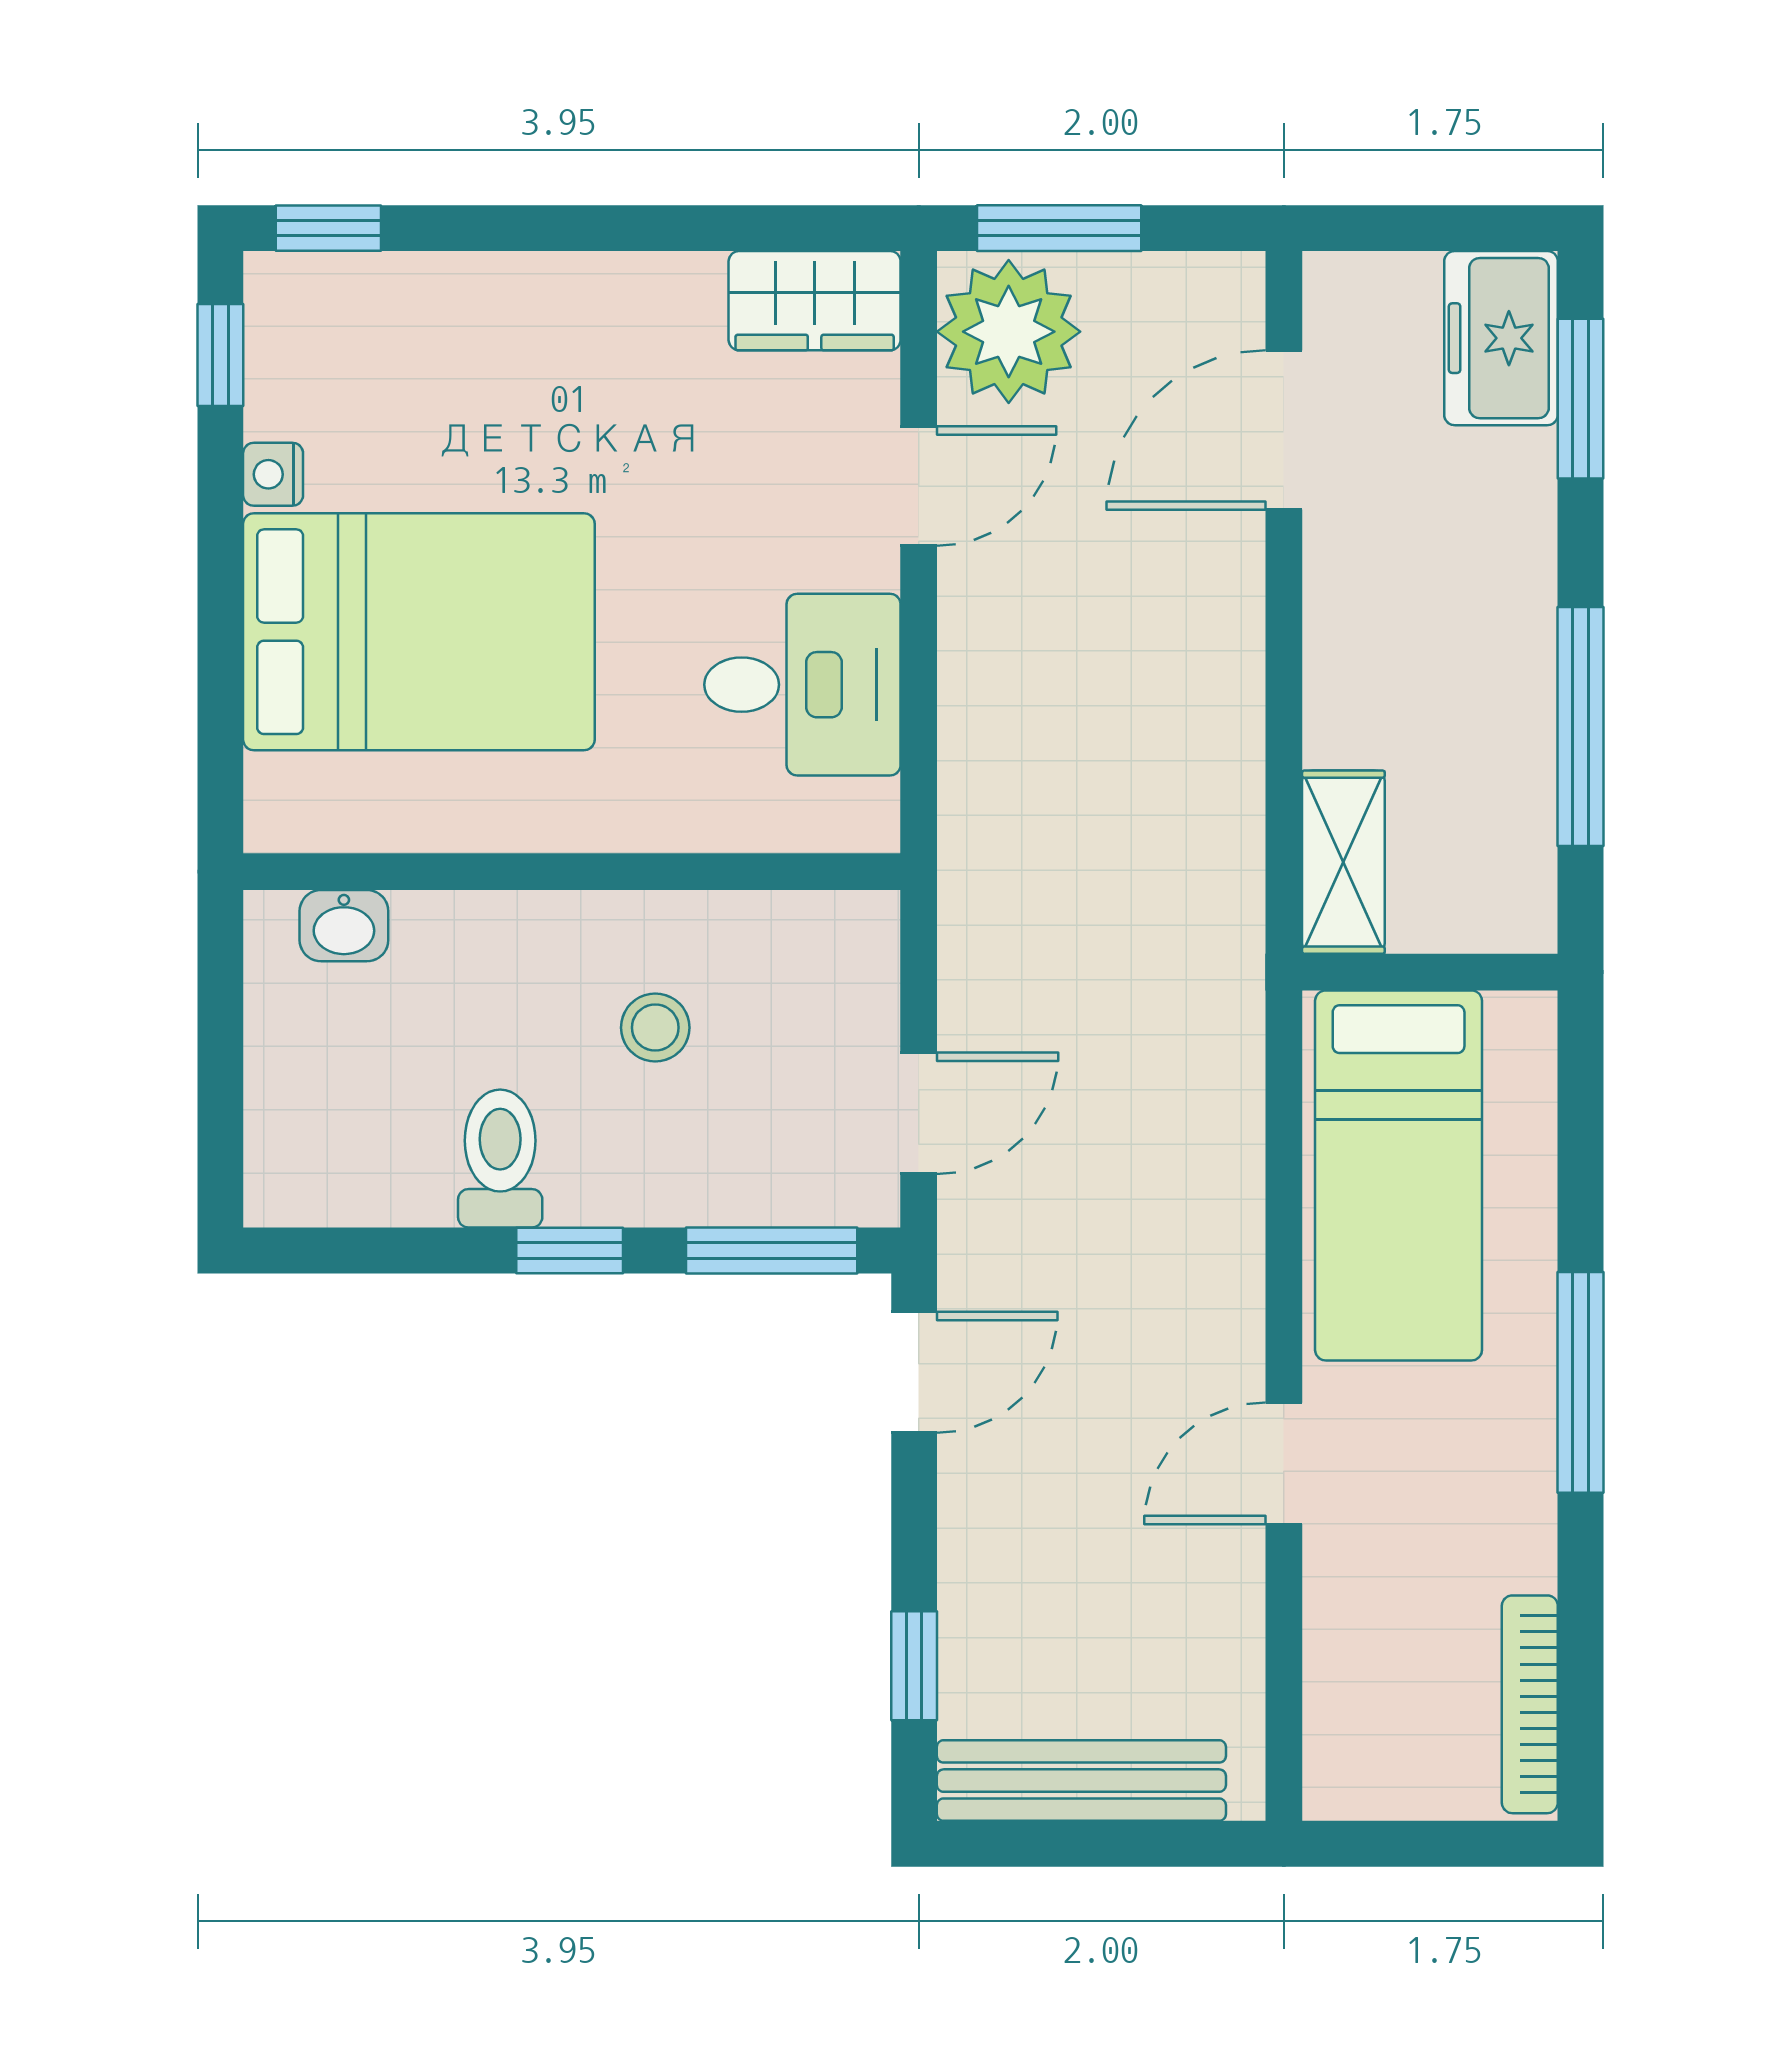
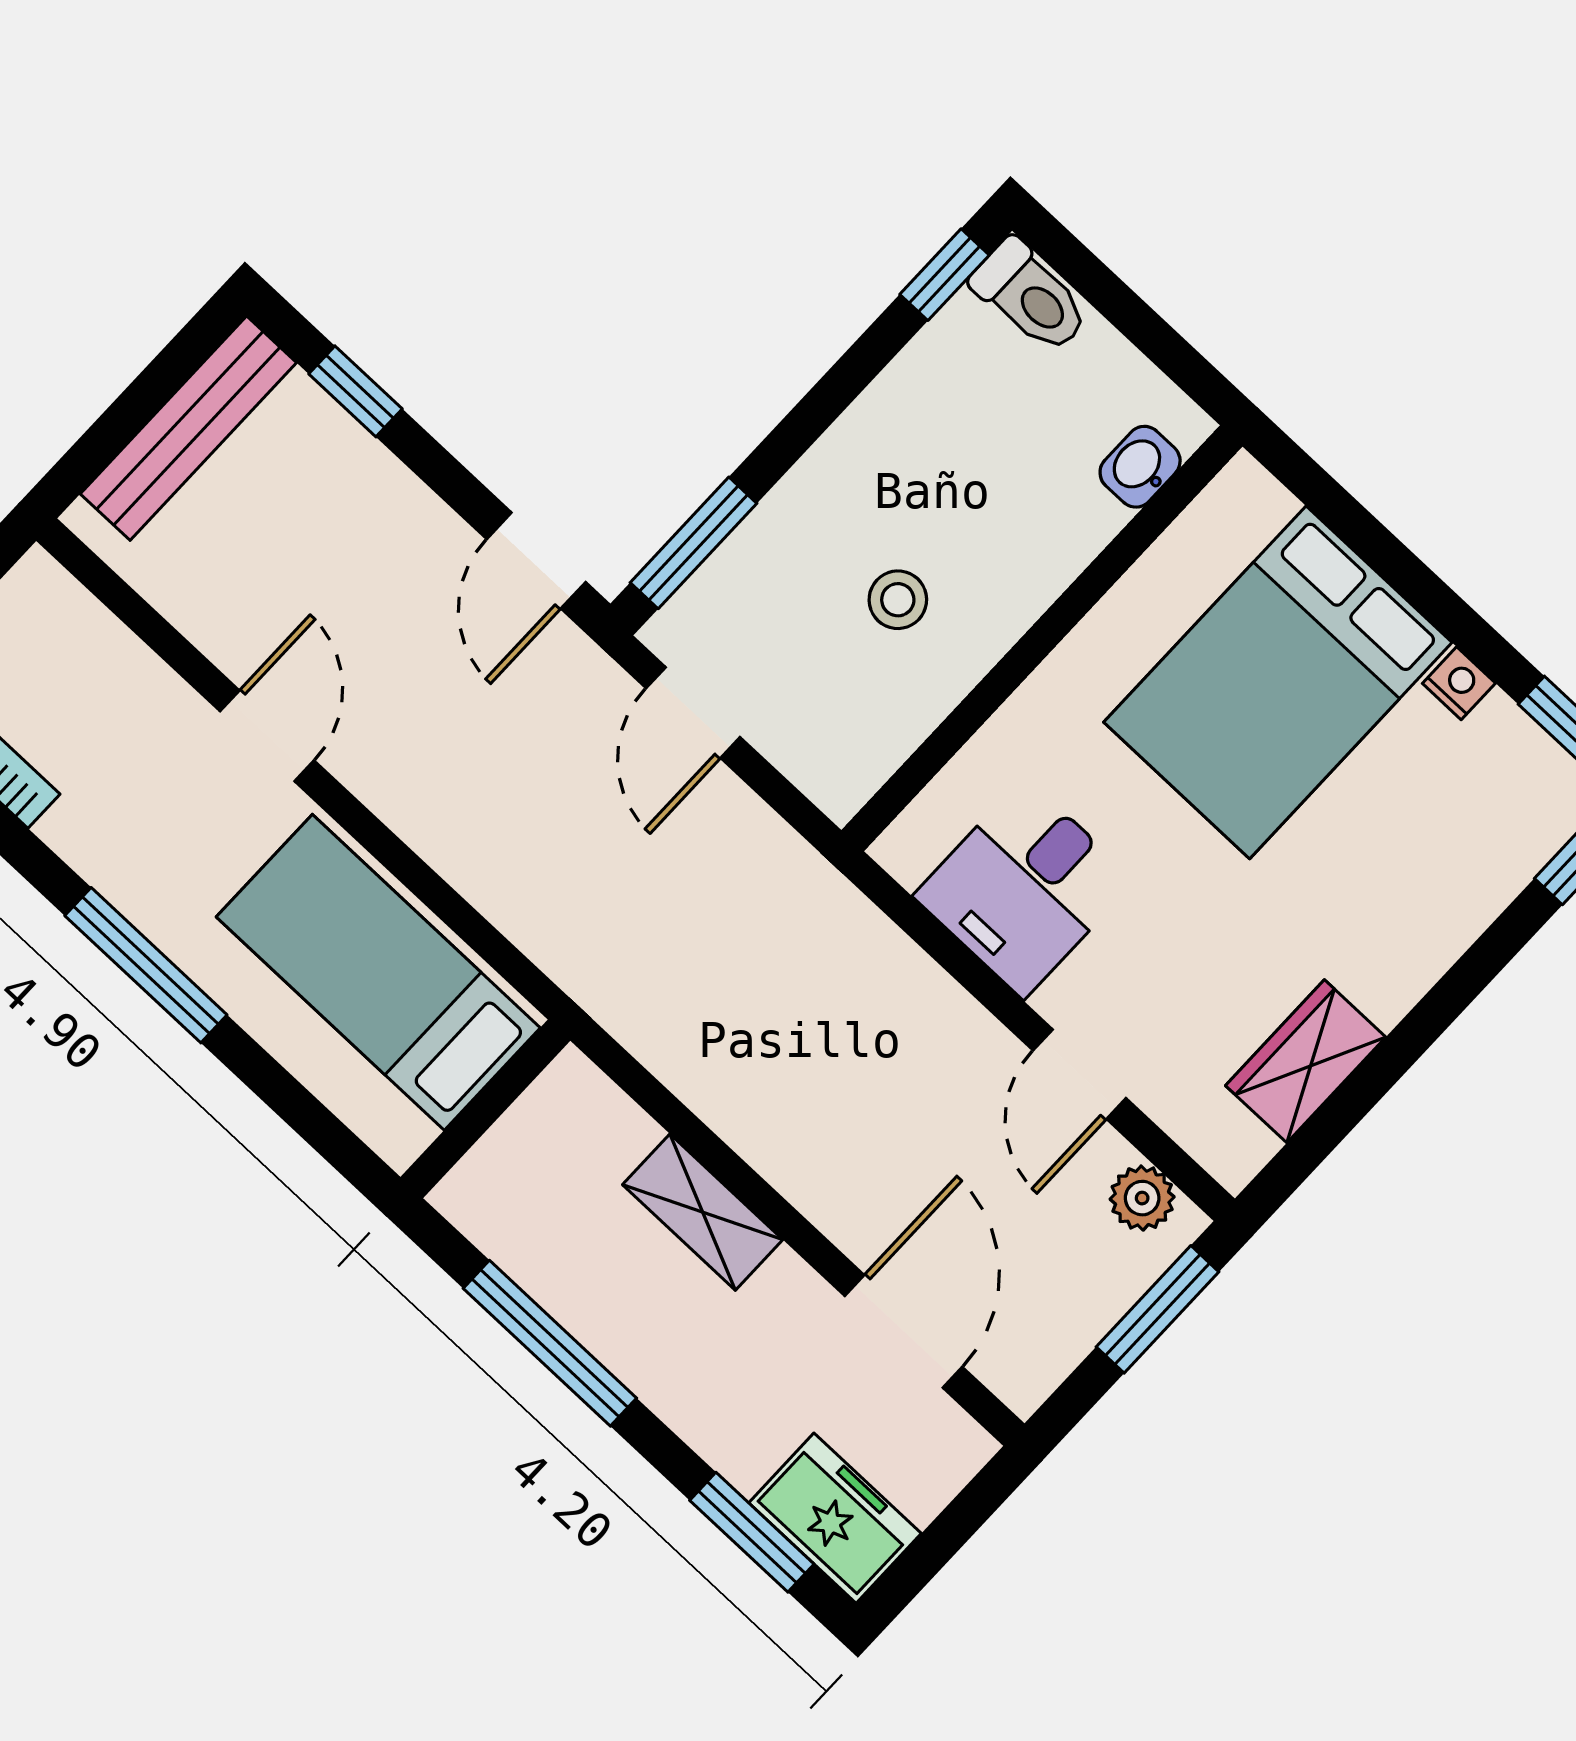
wardrobe: (815, 301) -> (1306, 1061), moved
plant: (1009, 332) -> (1142, 1198), width x0.53, depth x0.53
shelving: (1343, 862) -> (703, 1212), moved
toilet: (500, 1159) -> (1030, 296), moved
window: (570, 1250) -> (945, 275), moved

